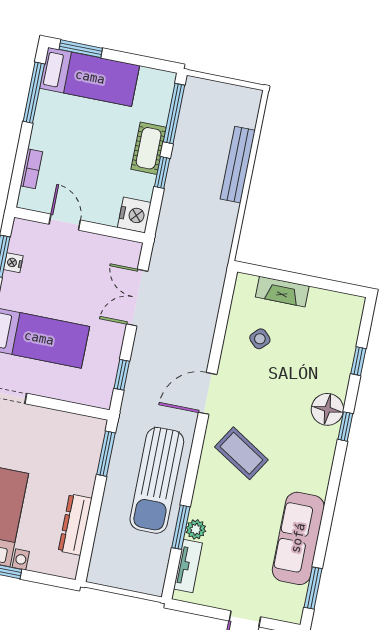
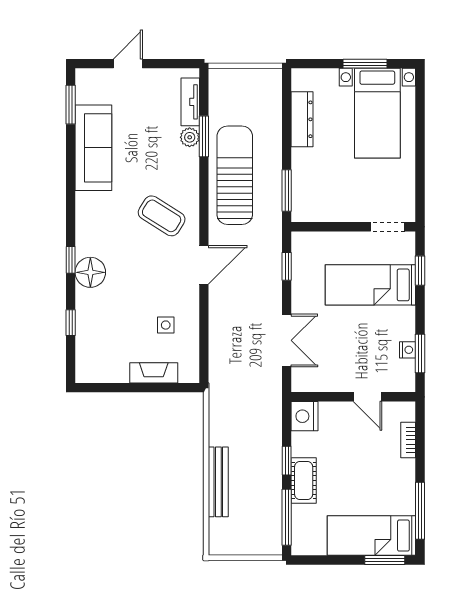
side table: (260, 339) -> (166, 325), turned 45

